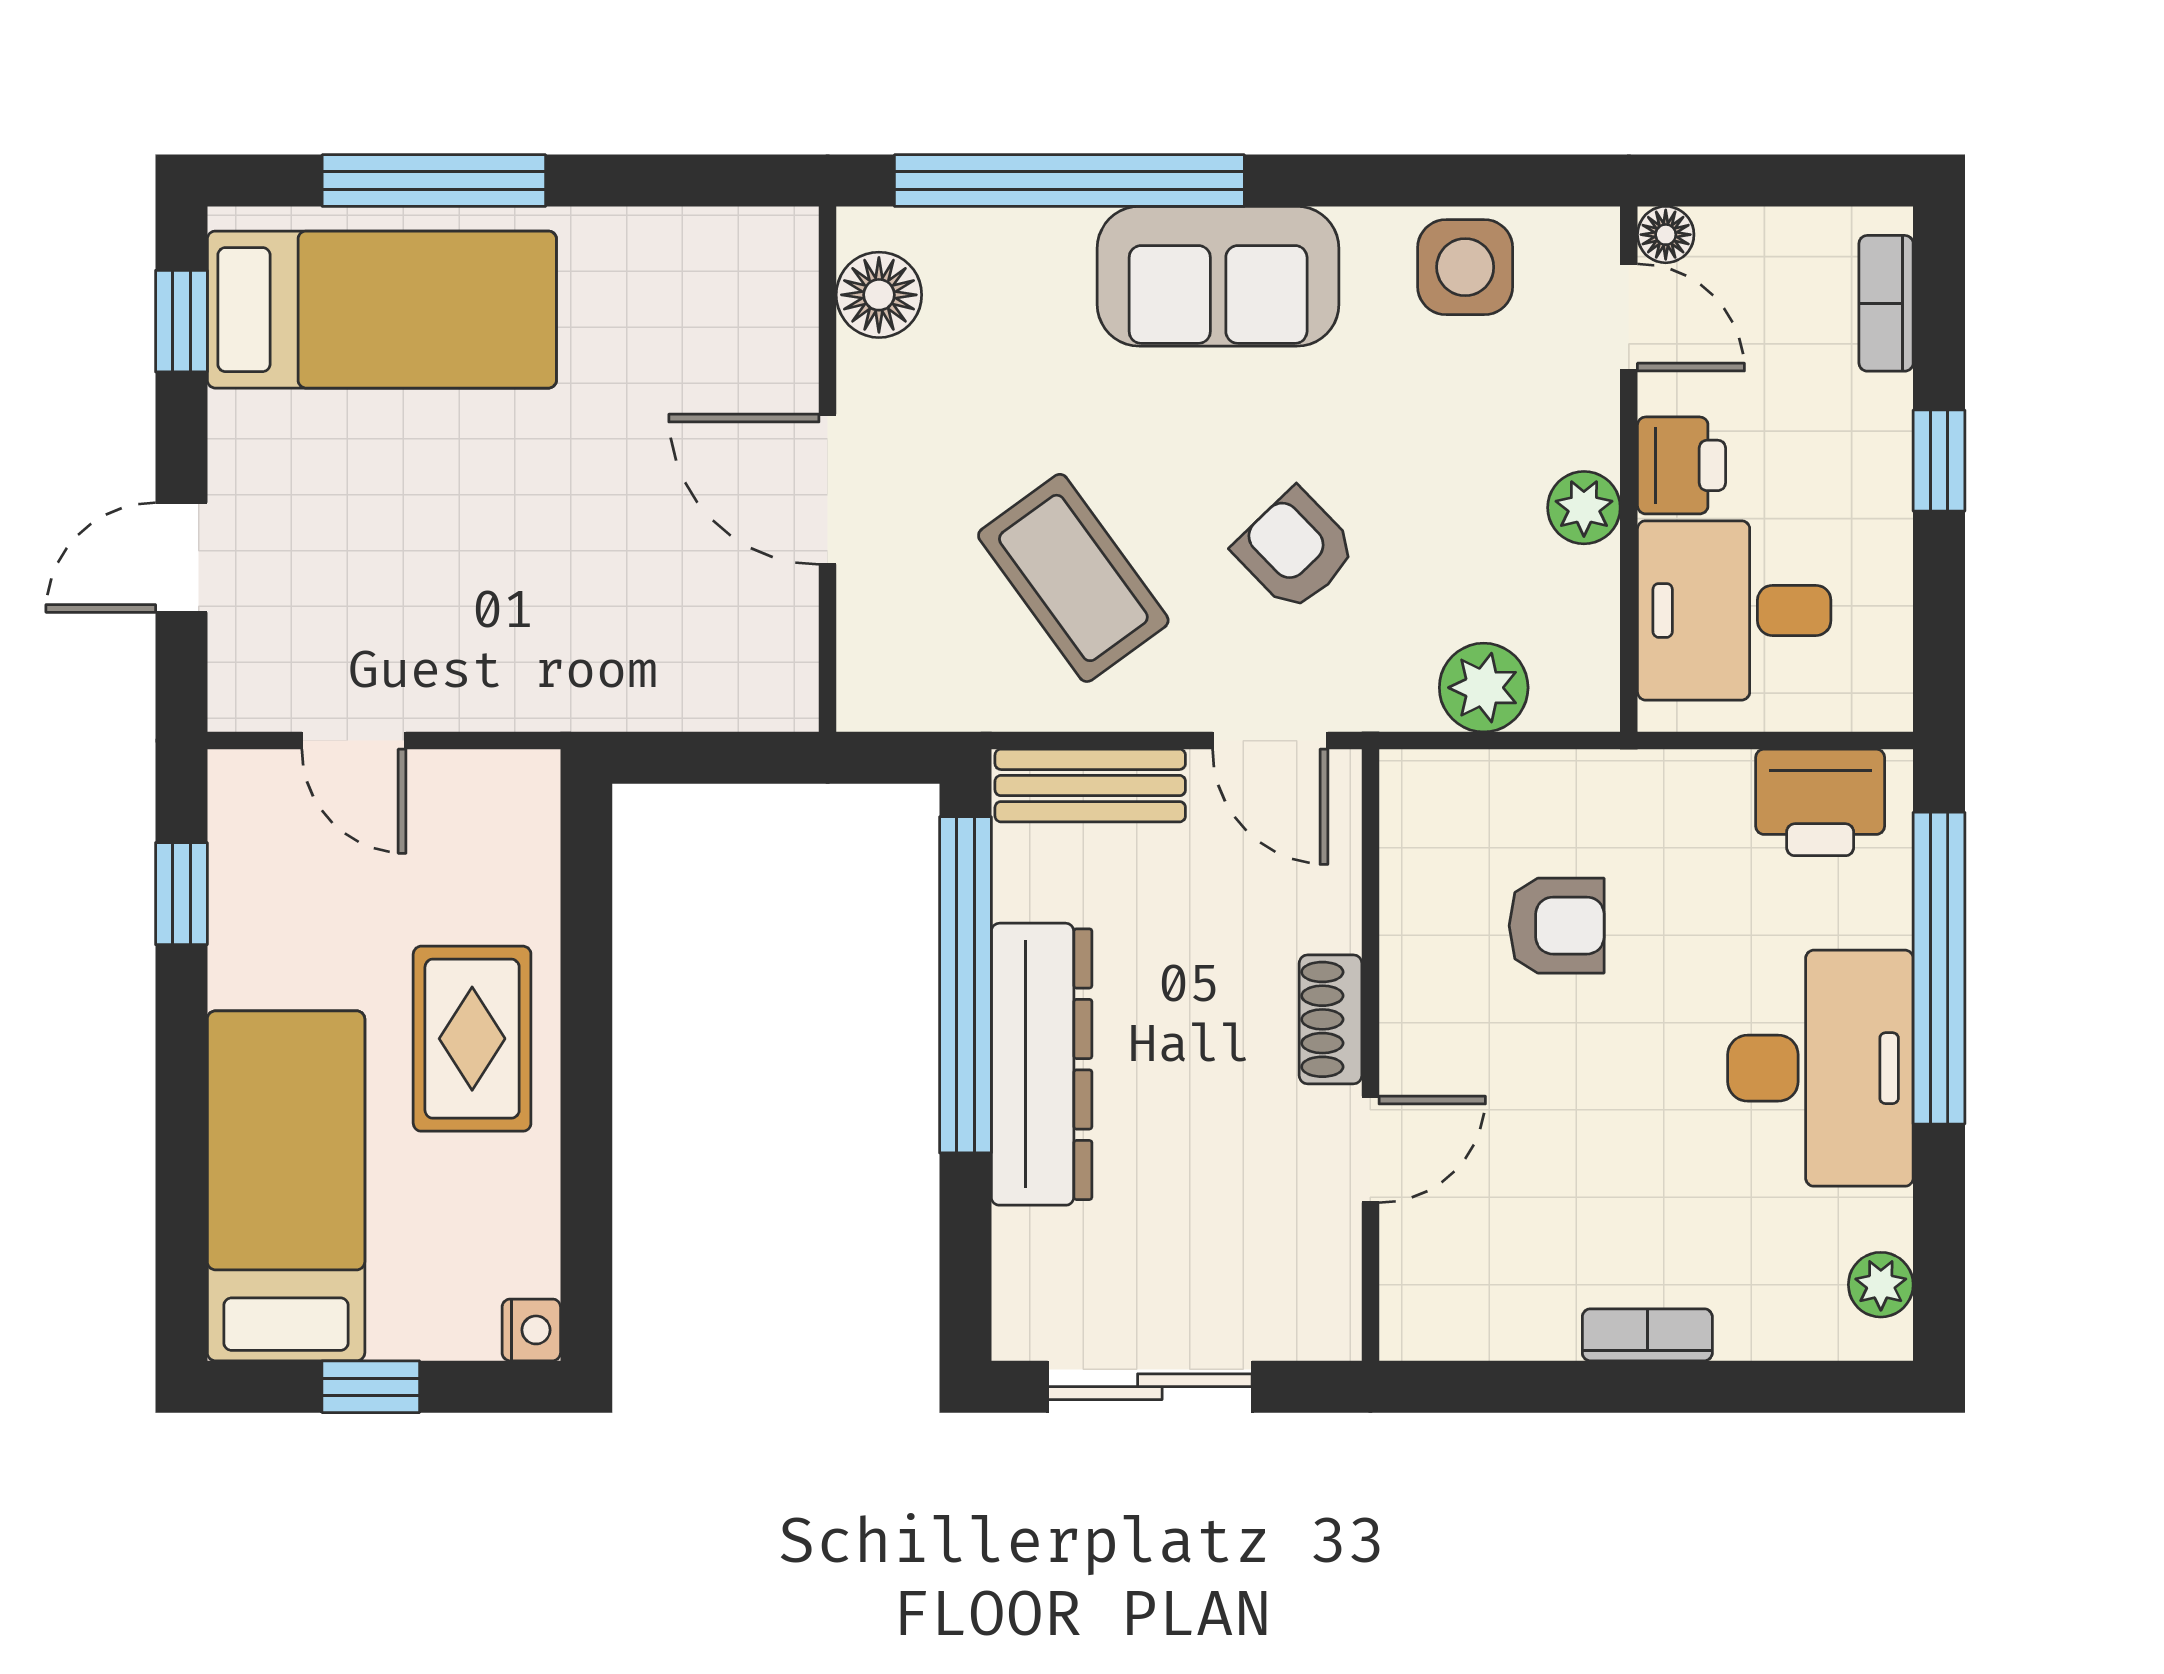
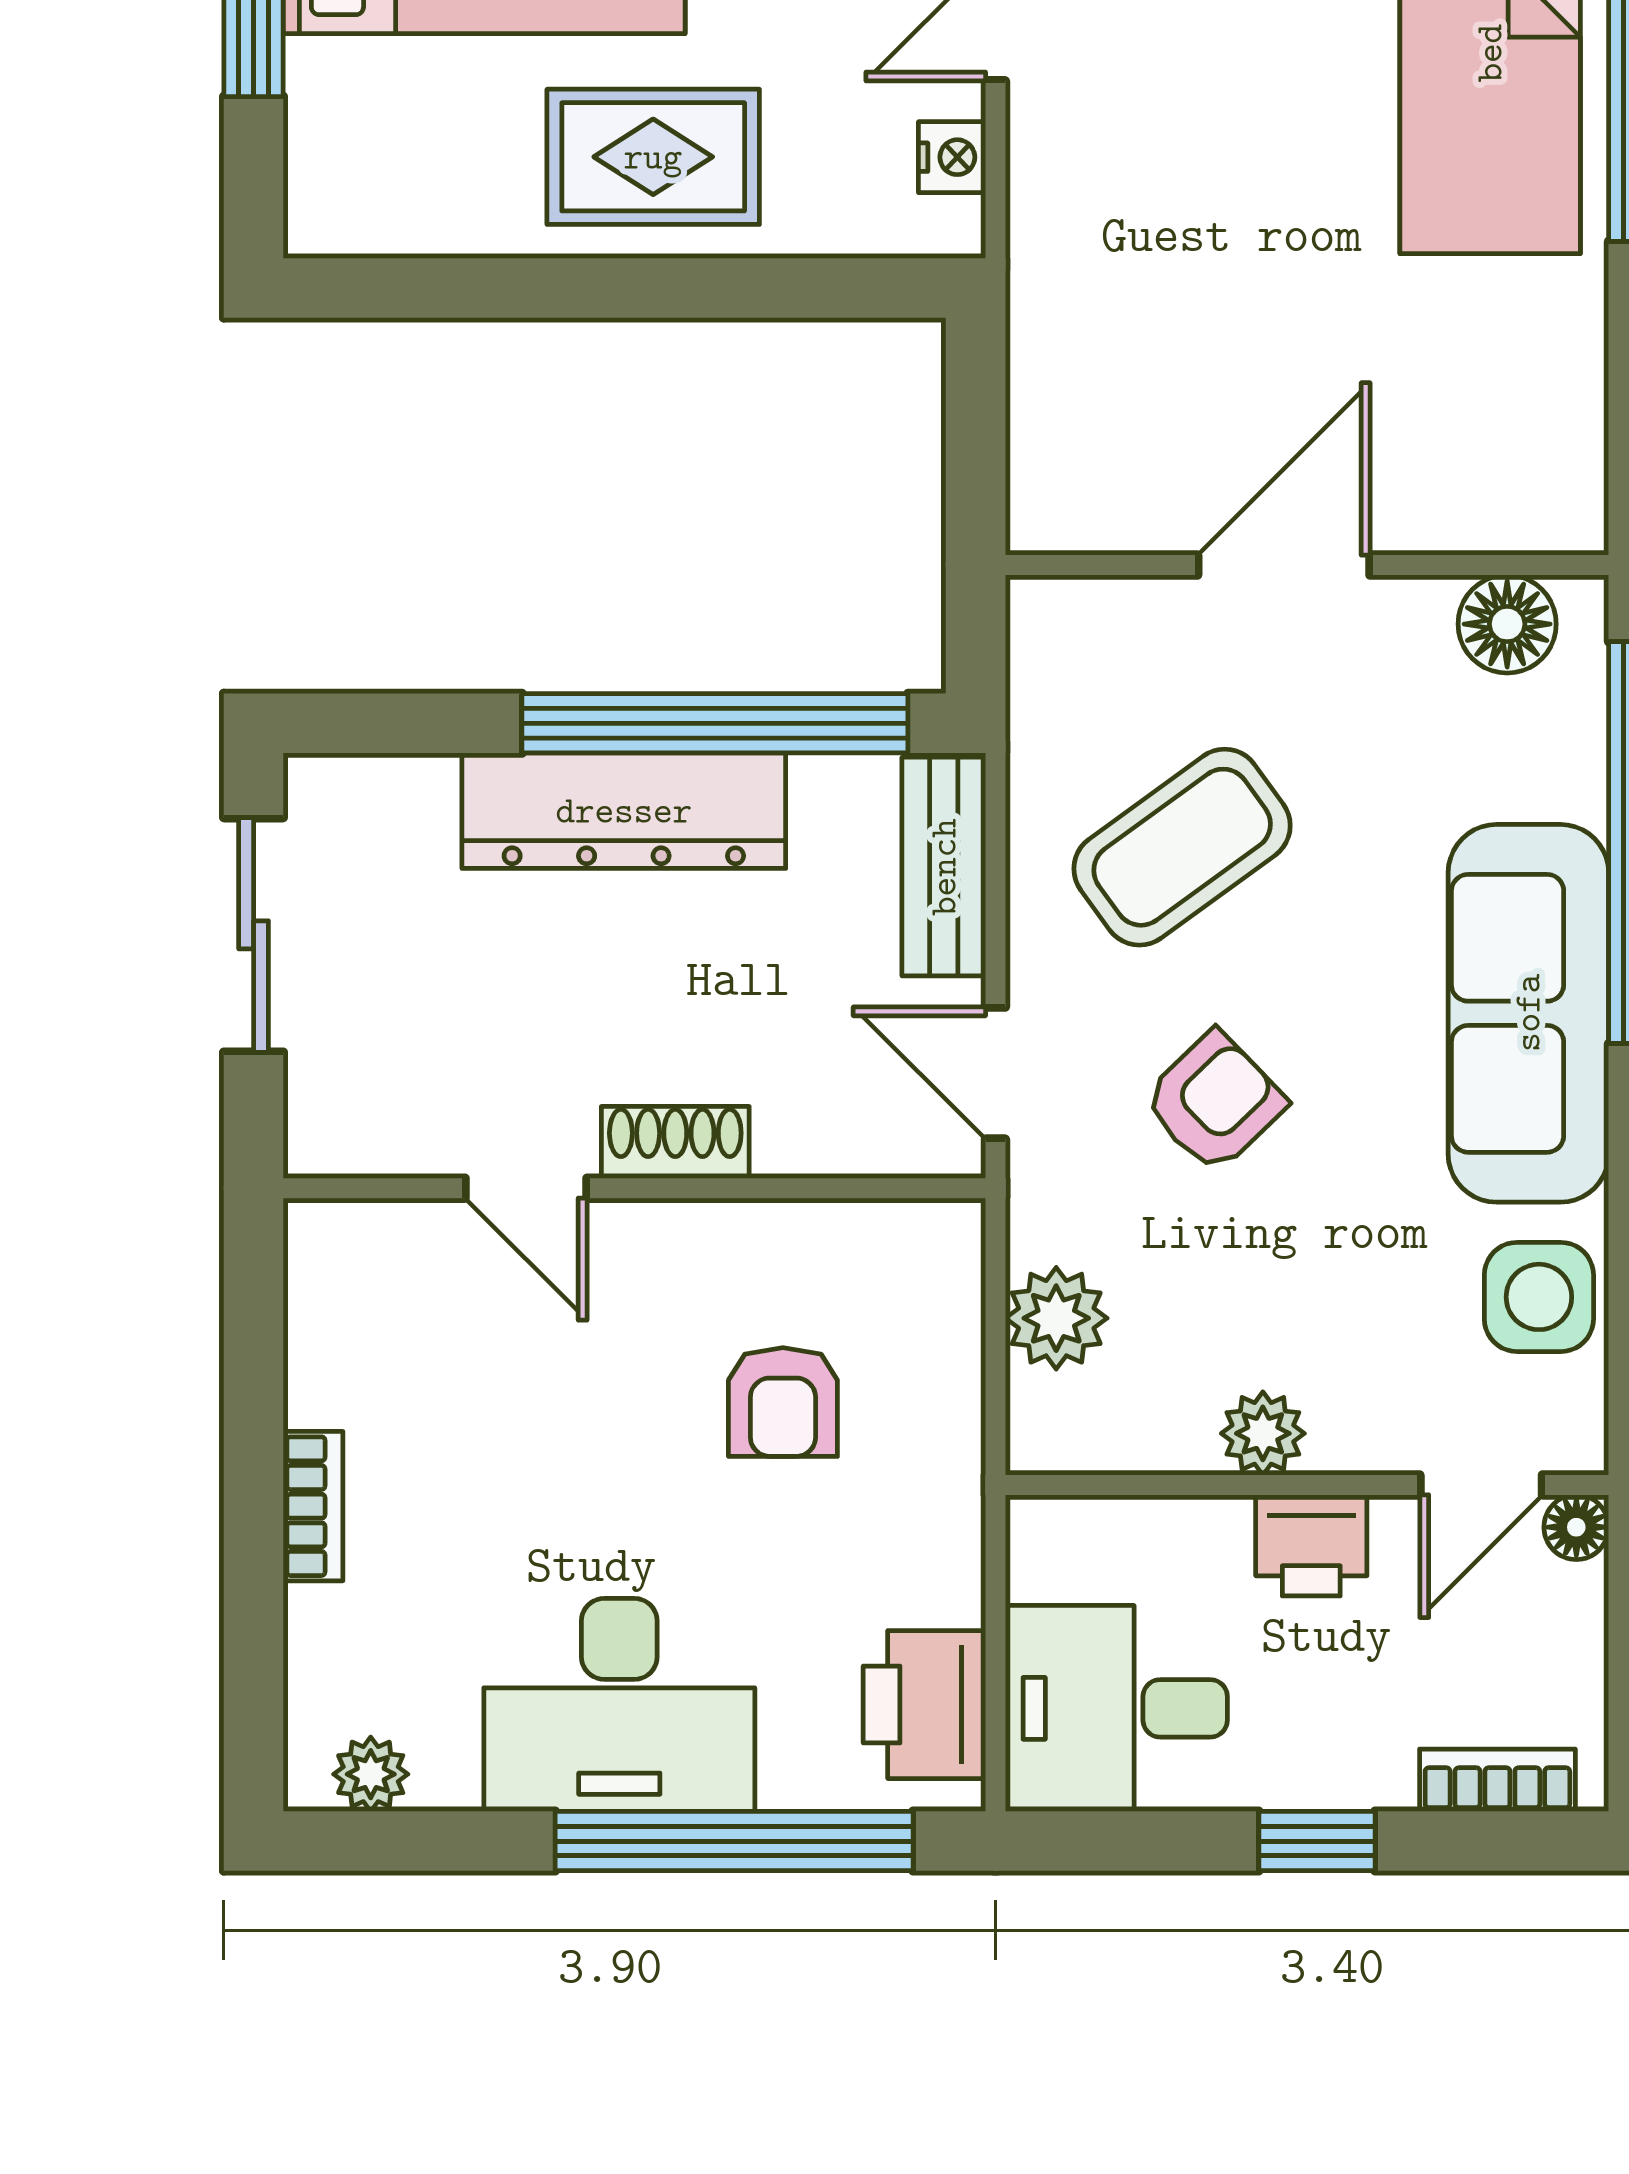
sofa: (1218, 276) -> (1528, 1013), width x1.36
desk: (1734, 610) -> (1116, 1708), moved, turned -90
door: (1270, 741) -> (995, 1073), hinge flipped
nightstand: (531, 1330) -> (952, 157), moved, turned -90

